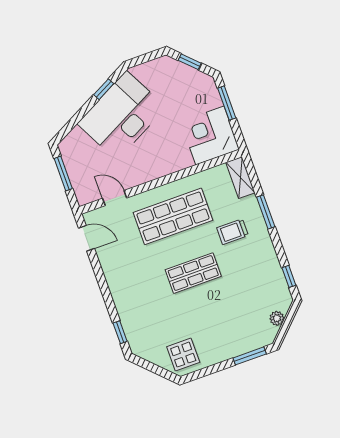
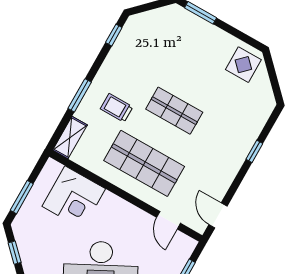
corner desk: (210, 136) -> (74, 198), moved
trolley: (233, 232) -> (117, 108), turned 180
plant: (277, 318) -> (154, 17), removed
window: (120, 332) -> (254, 151), moved

